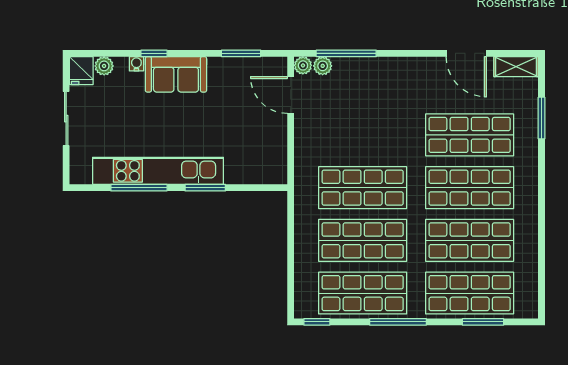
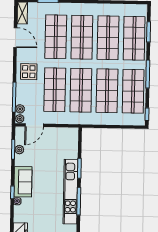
door: (466, 53) -> (15, 38), hinge flipped
plant: (104, 66) -> (19, 150), moved
display table: (398, 82) -> (29, 72), added
shop shelf: (363, 135) -> (55, 90), added

